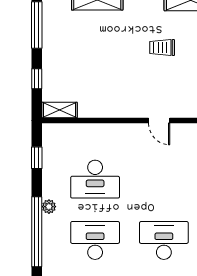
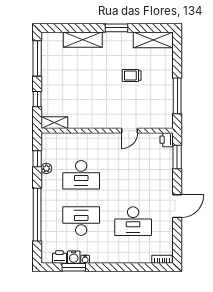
door: (159, 121) -> (130, 131), hinge flipped
plant: (49, 207) -> (46, 168), moved
desk: (164, 240) -> (133, 221), turned 180

